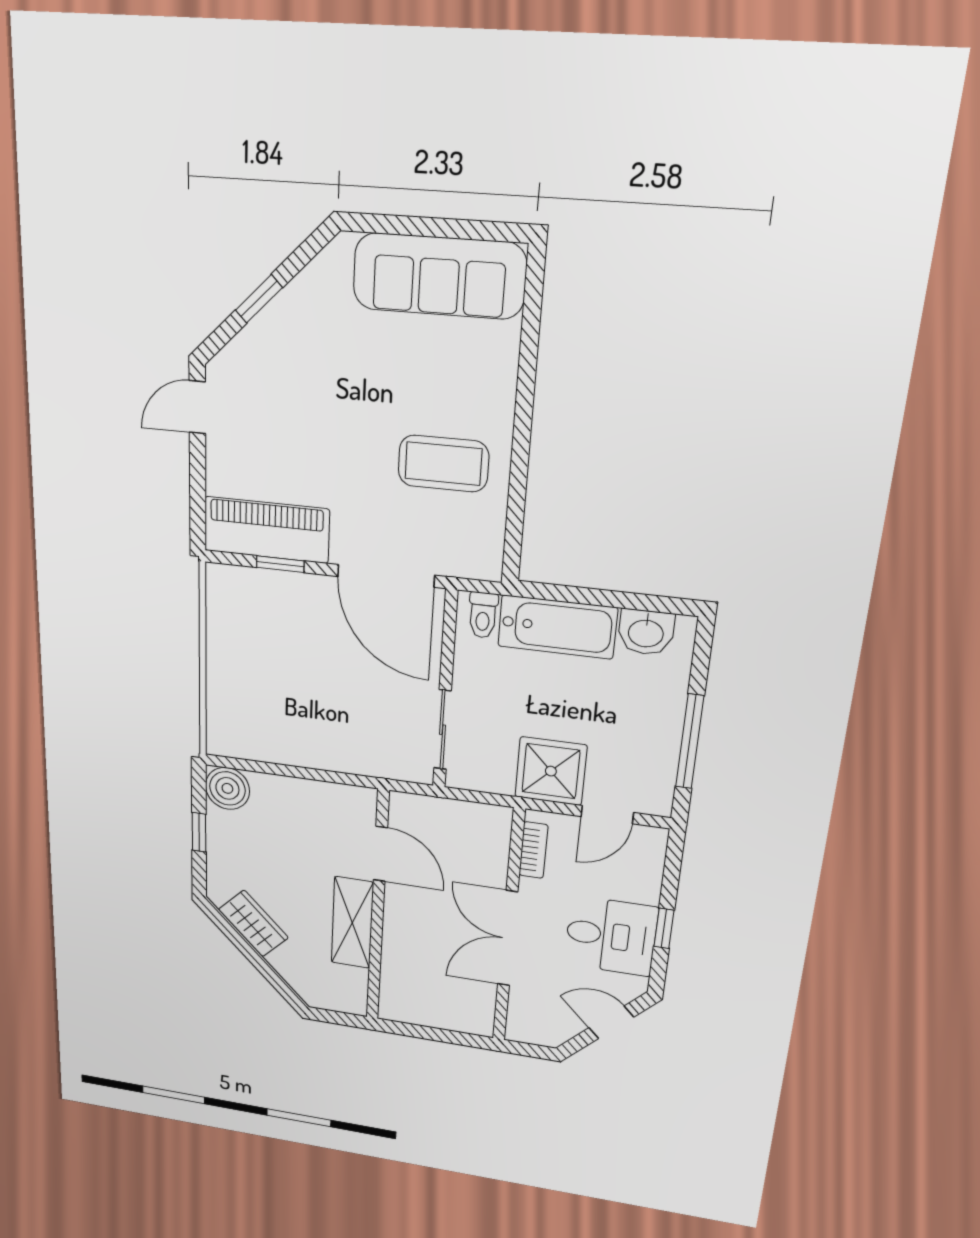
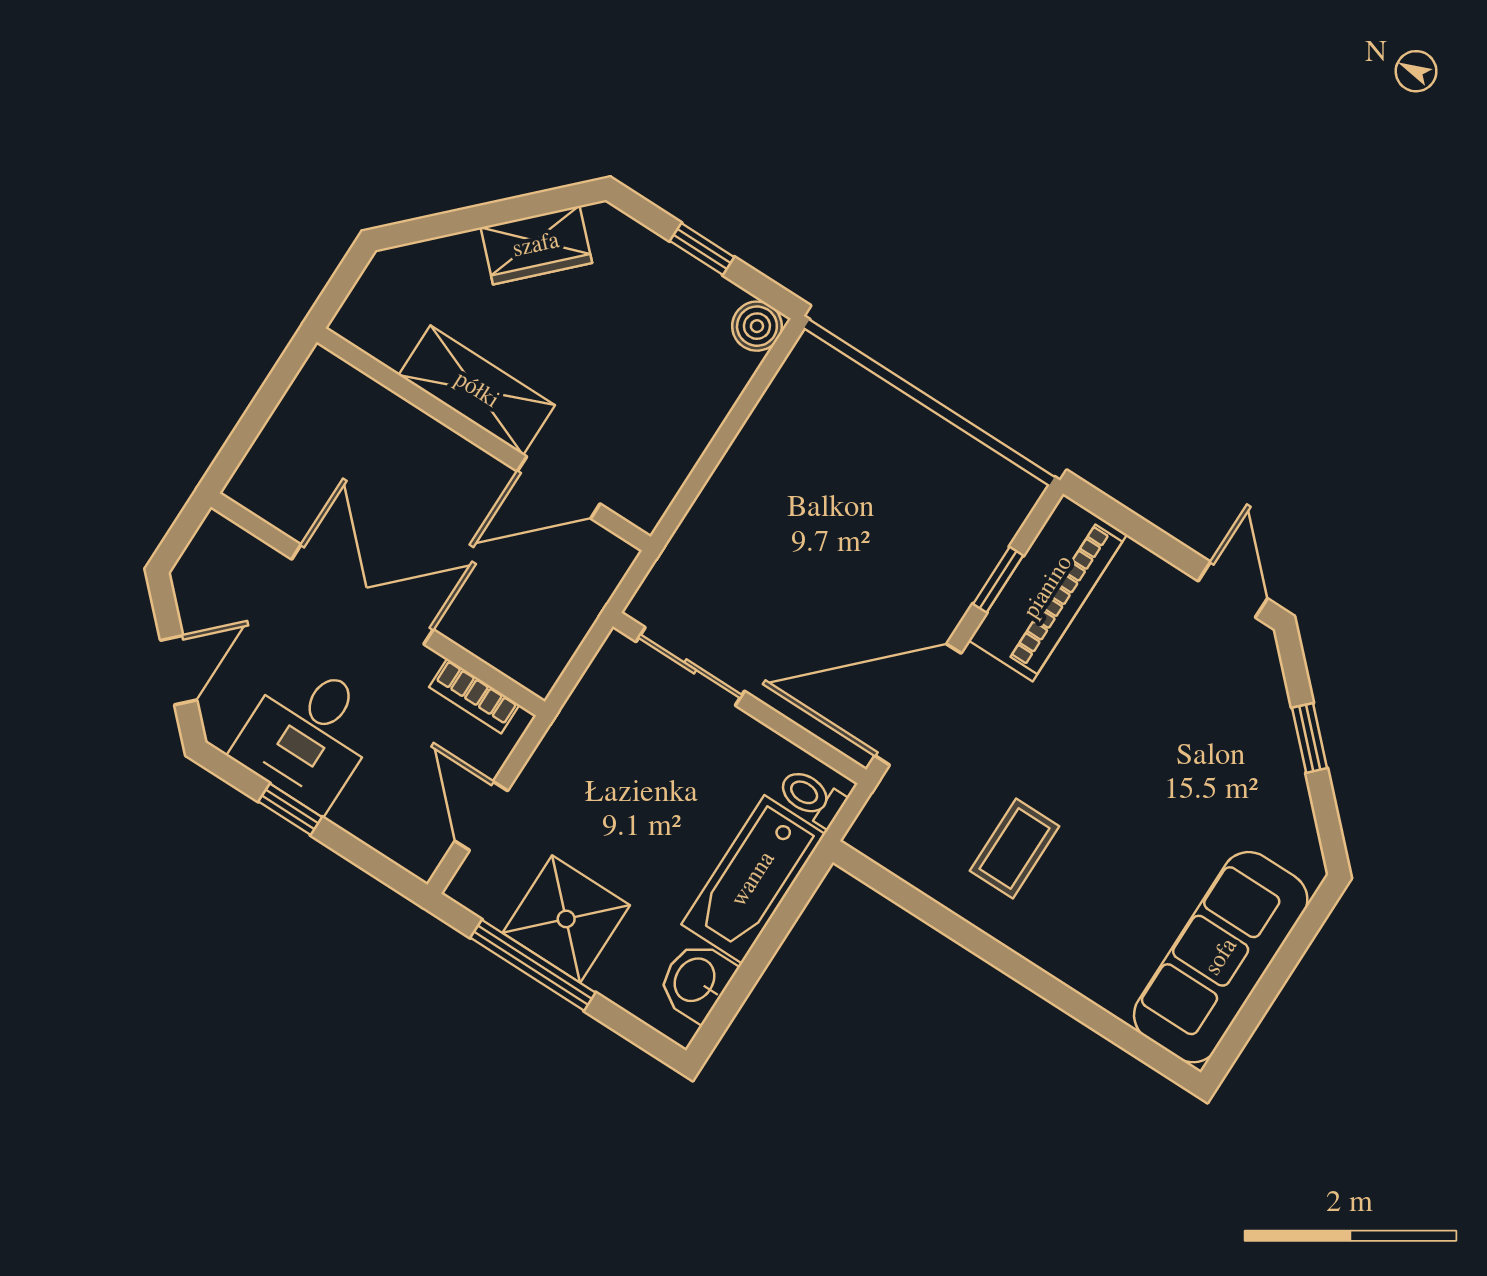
coffee table: (443, 464) -> (1015, 848), width x0.73, depth x0.77
shower: (551, 771) -> (566, 919), moved
boiler: (227, 788) -> (757, 326), width x0.73, depth x0.73

